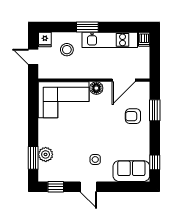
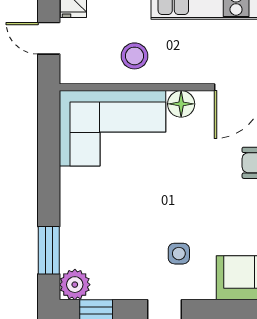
stool: (67, 50) -> (134, 56), moved
plant: (46, 154) -> (75, 285), moved

